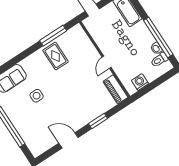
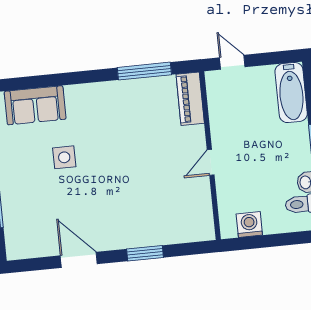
rug: (56, 56) -> (131, 107), removed
piano: (115, 89) -> (190, 99), moved

